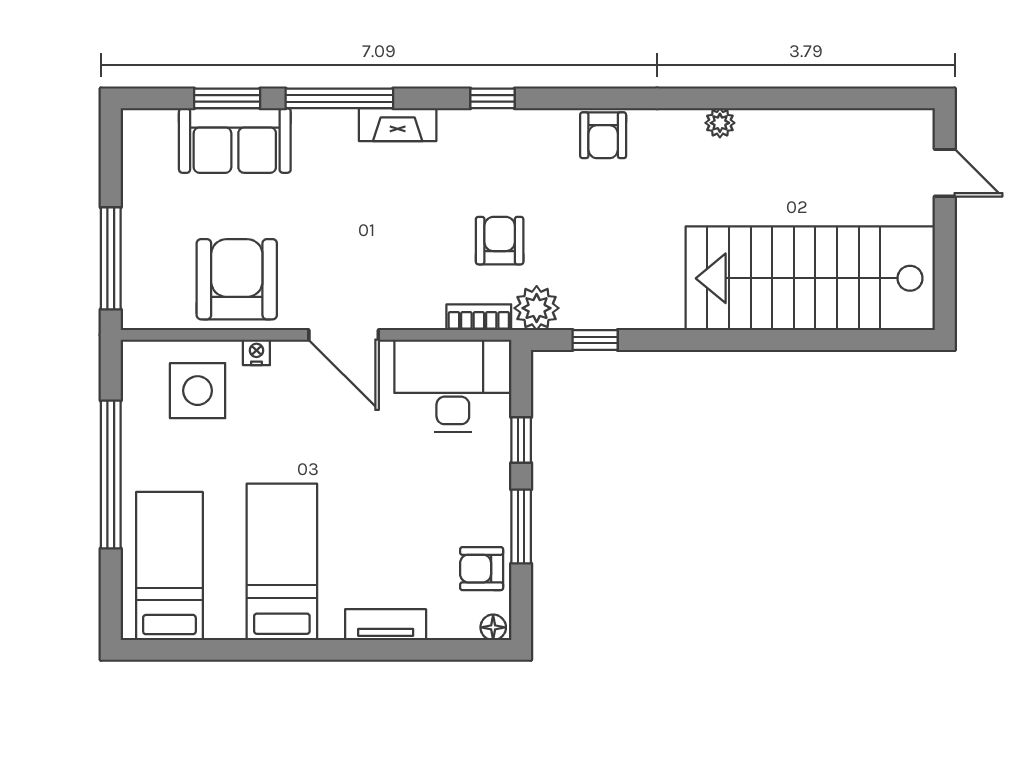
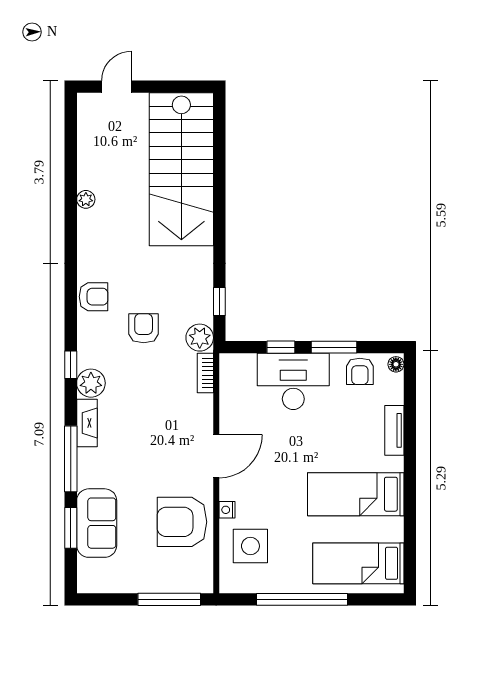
plant: (720, 123) -> (86, 199), moved
plant: (462, 131) -> (91, 383), added
armchair: (500, 241) -> (144, 328), moved, turned 90
desk: (453, 386) -> (293, 381), moved, turned 90

